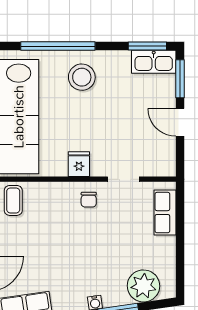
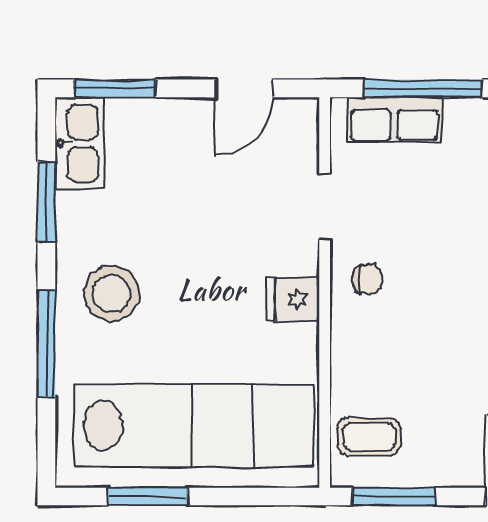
window: (58, 46) -> (46, 343), width x0.68
window: (147, 46) -> (46, 202), moved
door: (180, 122) -> (244, 88), moved
window: (180, 226) -> (423, 88), added

